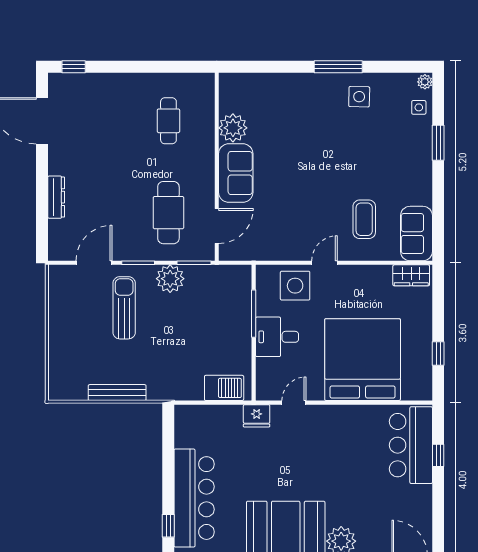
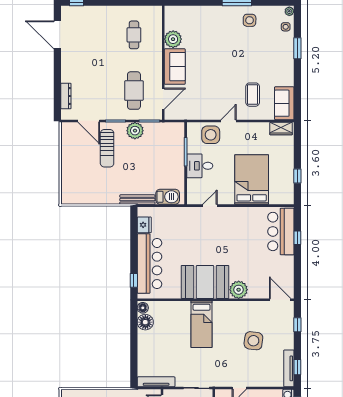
dresser: (56, 197) -> (66, 96), moved
door: (94, 263) -> (89, 121), swing flipped
sun lounger: (124, 308) -> (107, 148), turned 180
bed: (363, 360) -> (252, 180), width x0.73
bench: (117, 393) -> (137, 200), moved
fridge: (257, 416) -> (144, 225), moved, turned -90

